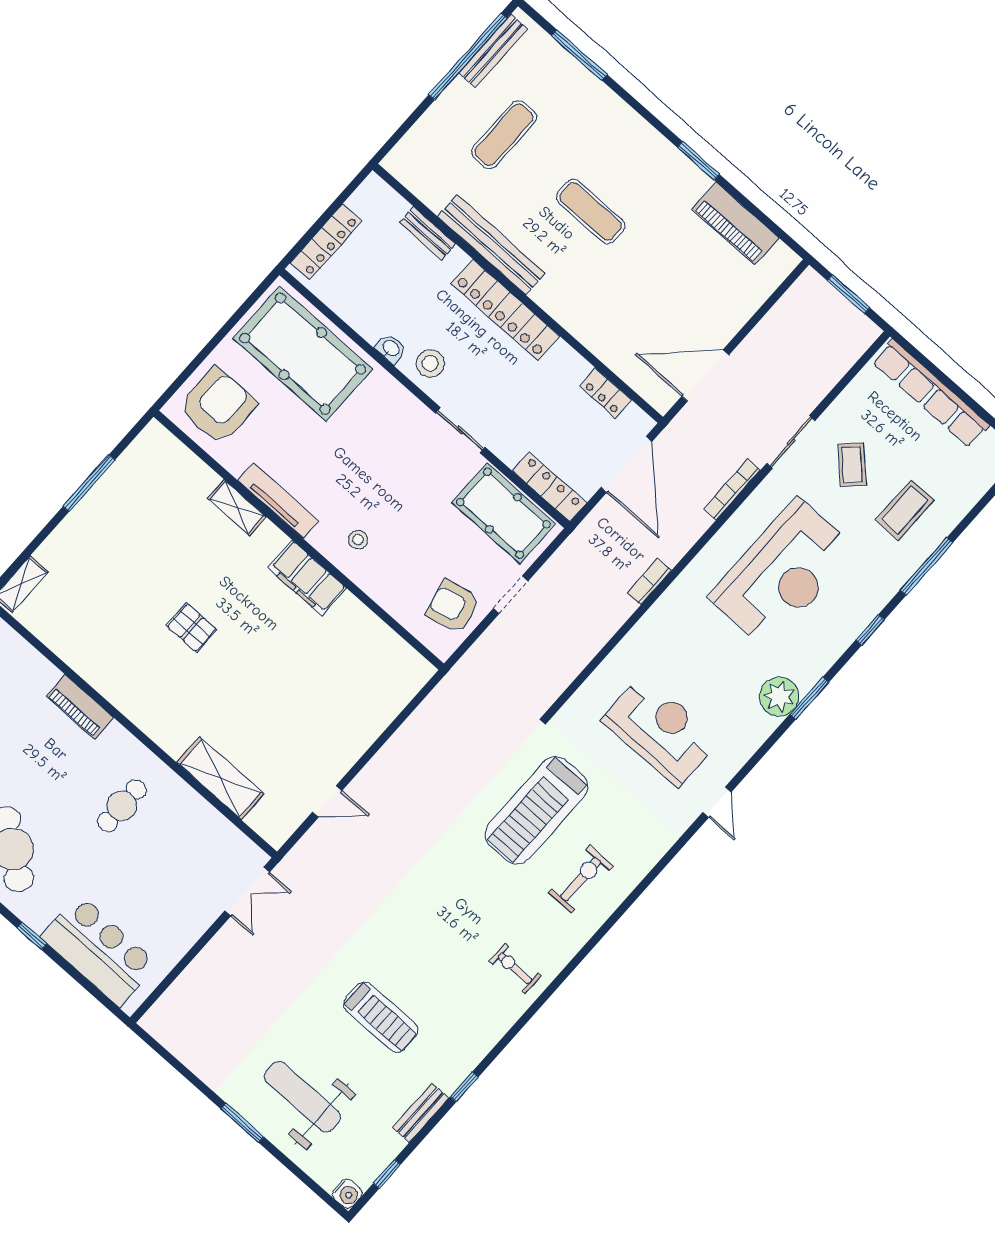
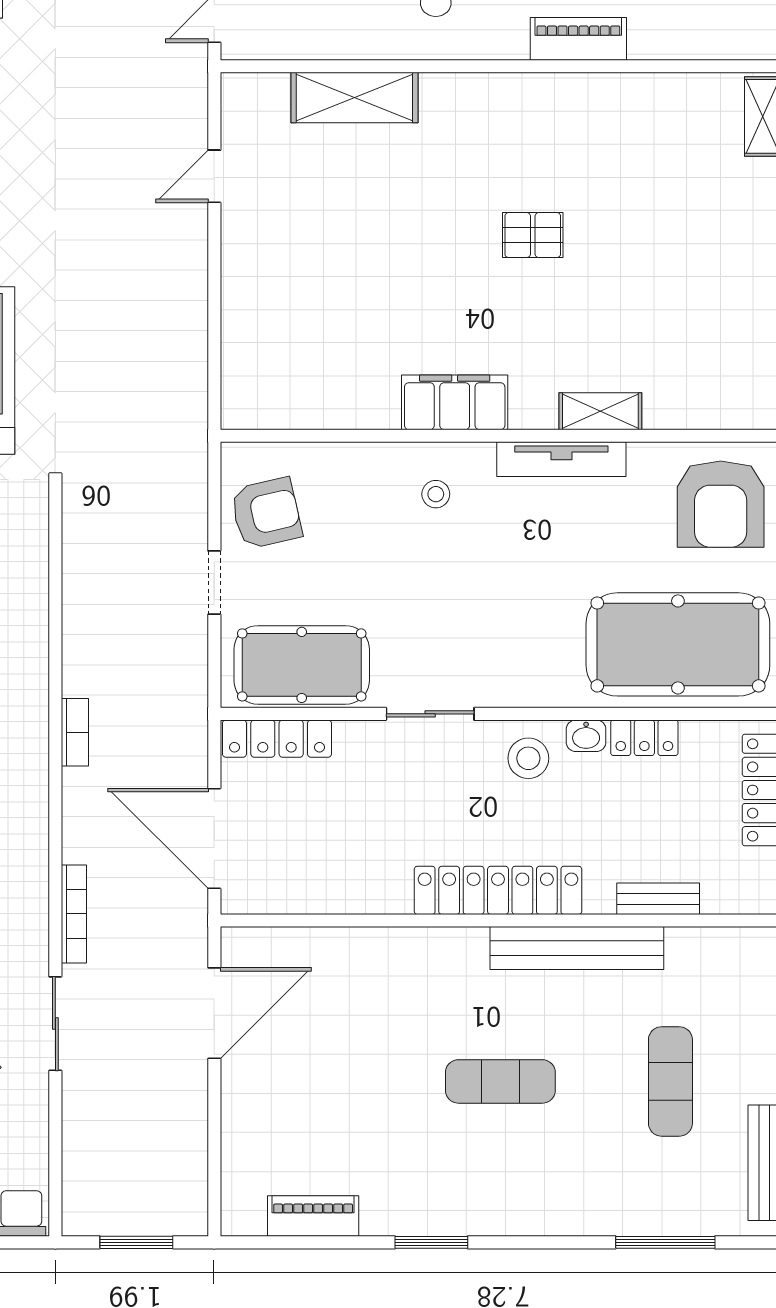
piano: (735, 224) -> (313, 1216), width x0.73, depth x0.75
locker: (606, 393) -> (644, 738), moved, turned 180

